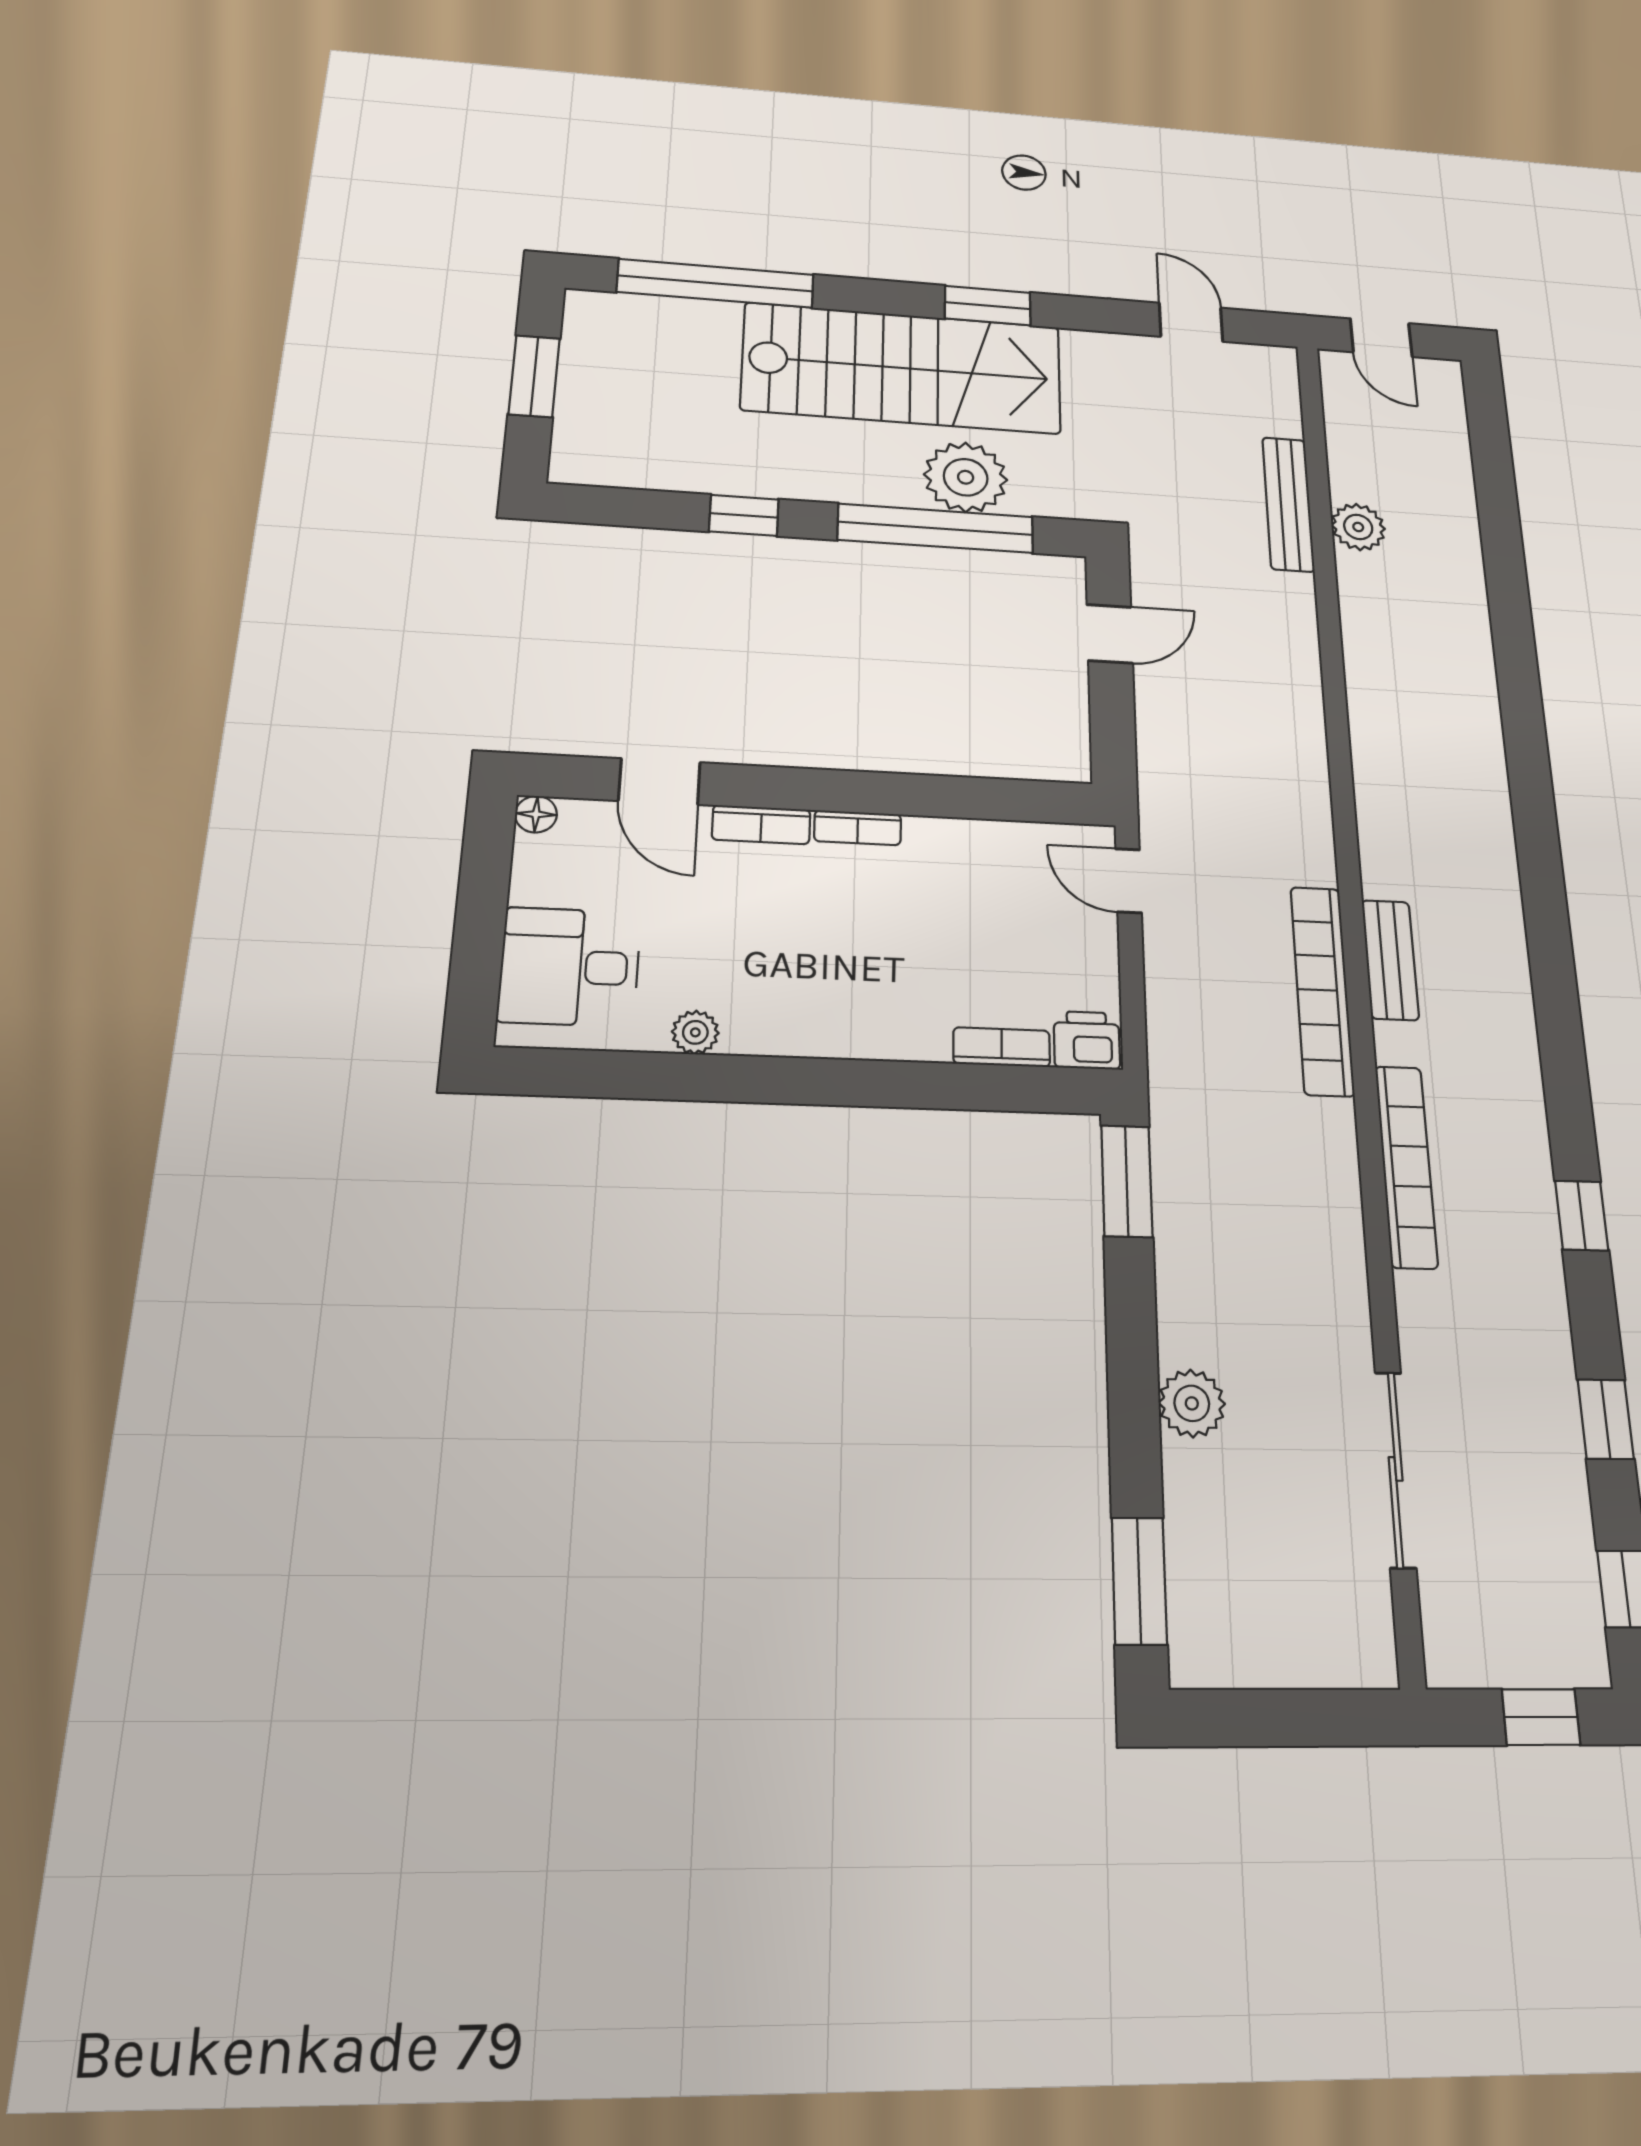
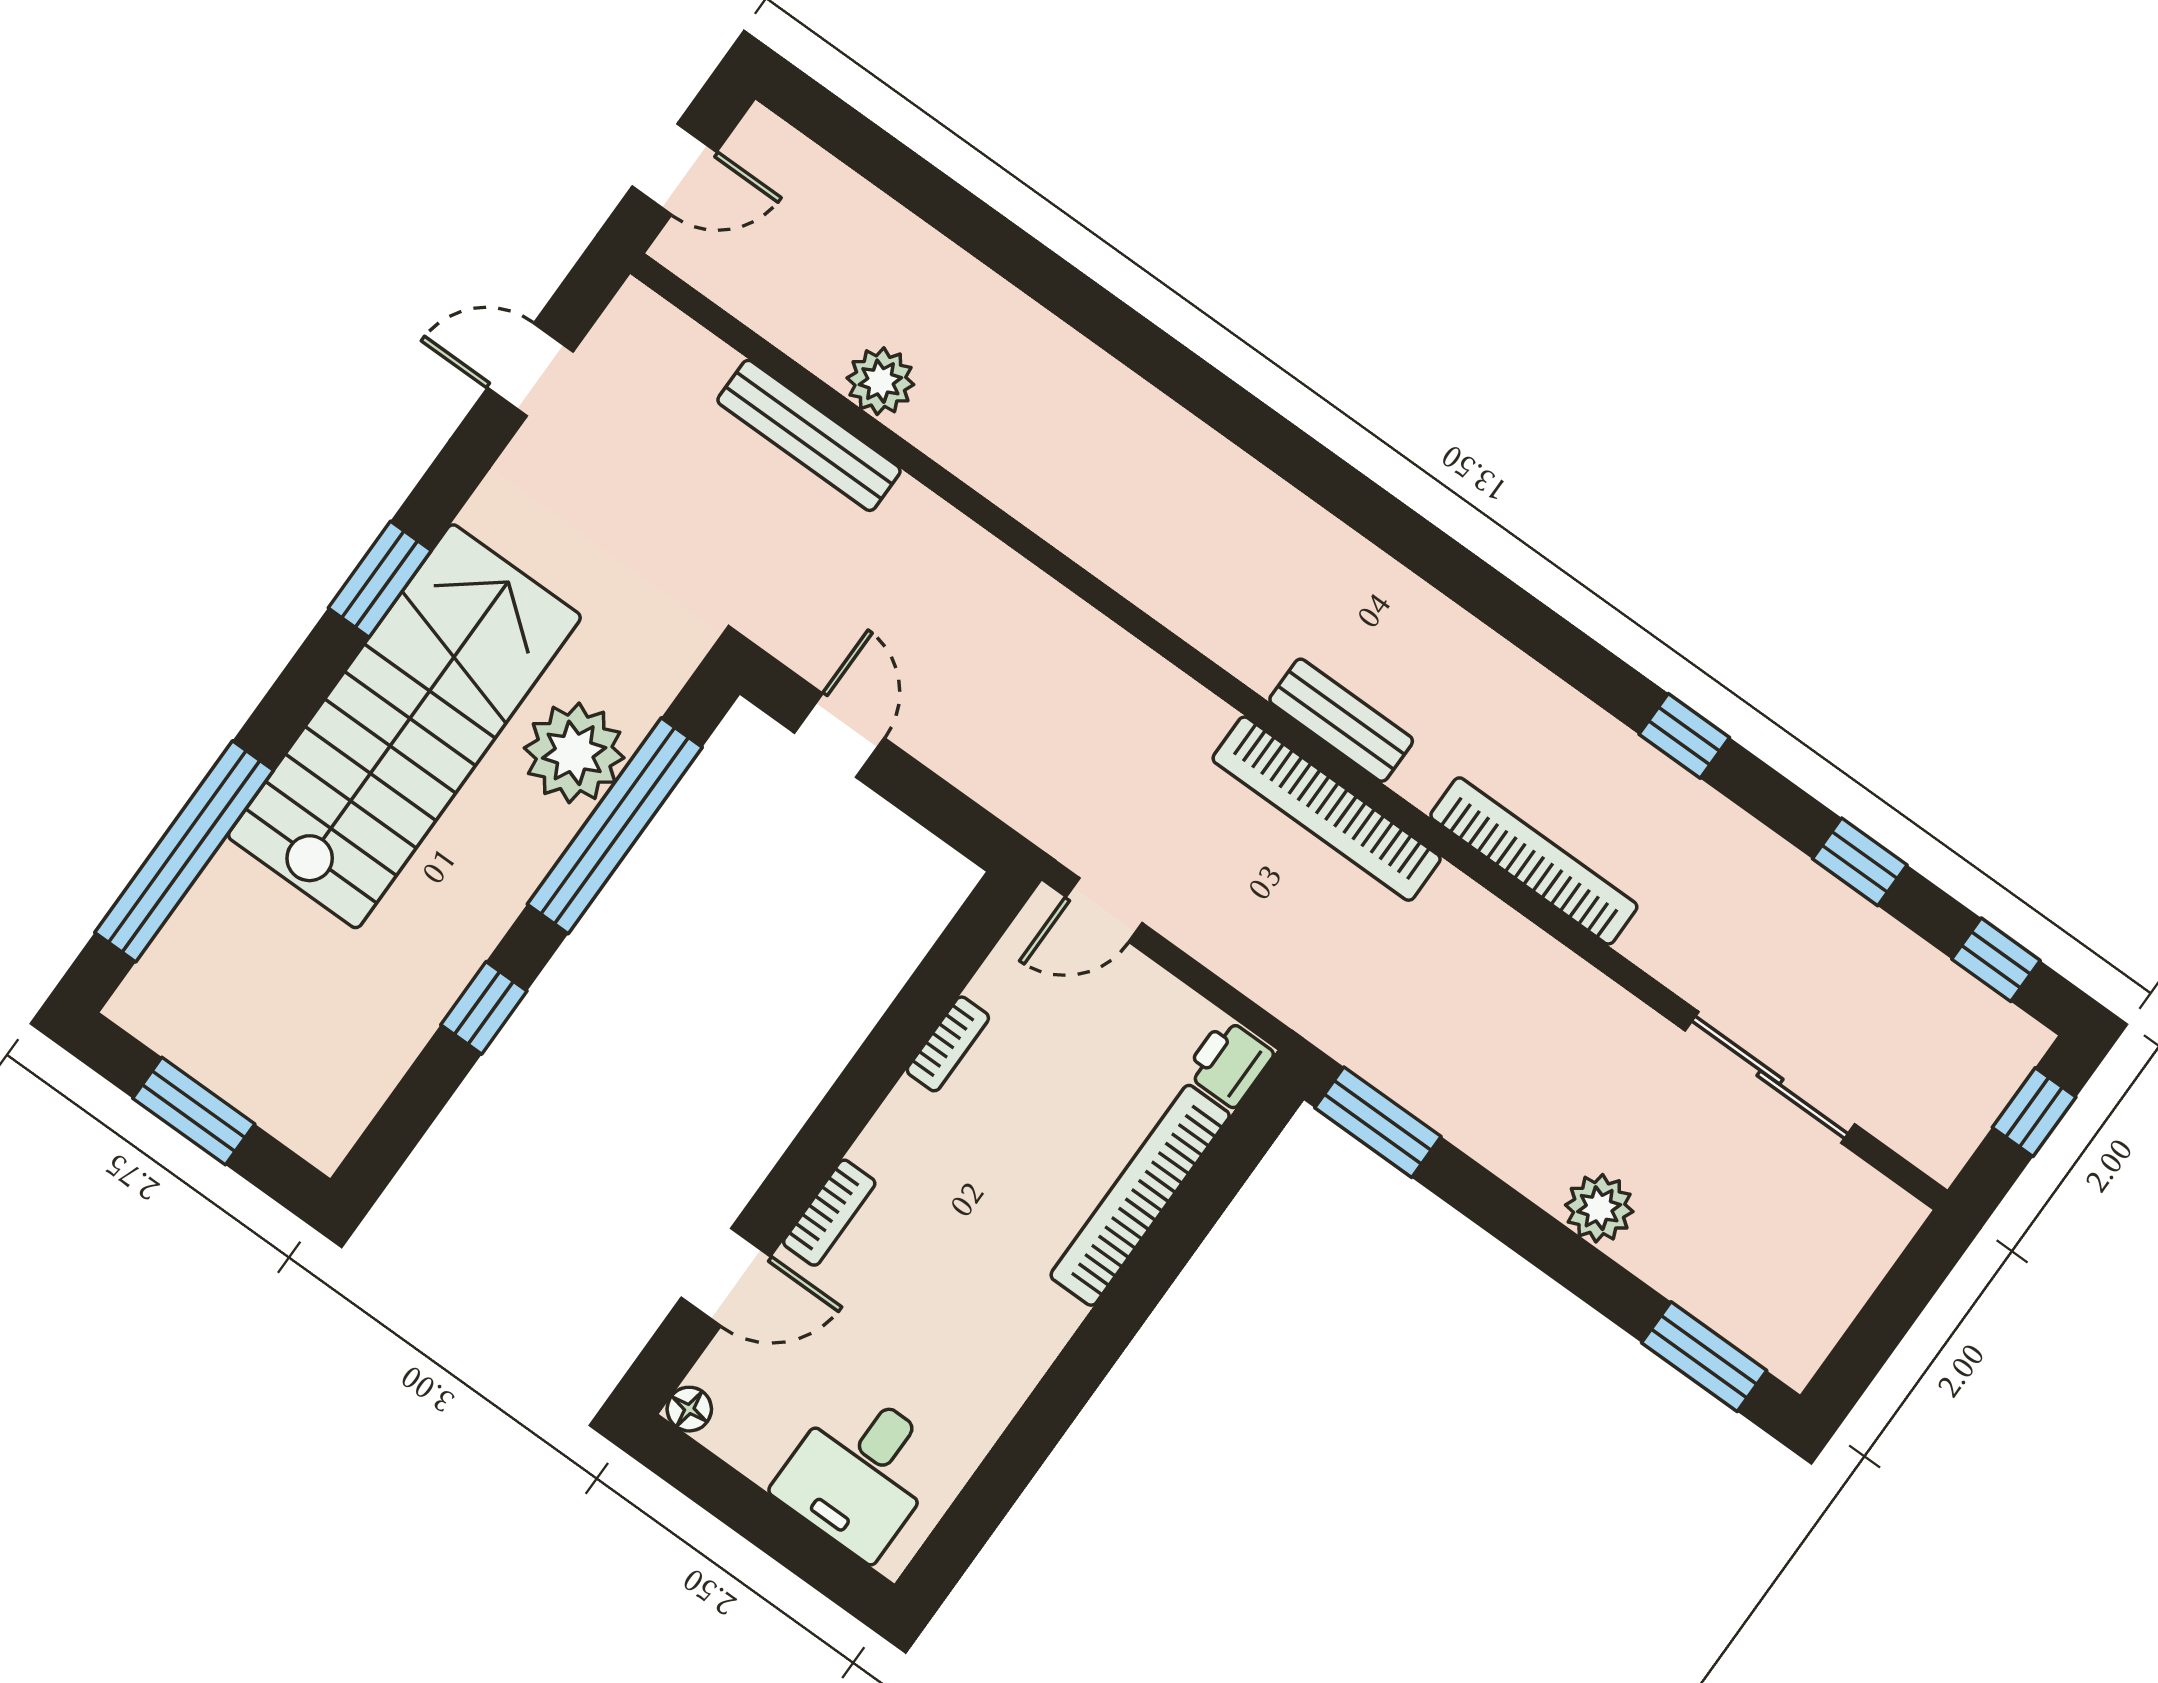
bookcase: (858, 828) -> (948, 1044), moved
plant: (695, 1032) -> (994, 1404), removed
bookcase: (1002, 1047) -> (1140, 1195), width x2.31, depth x1.31

